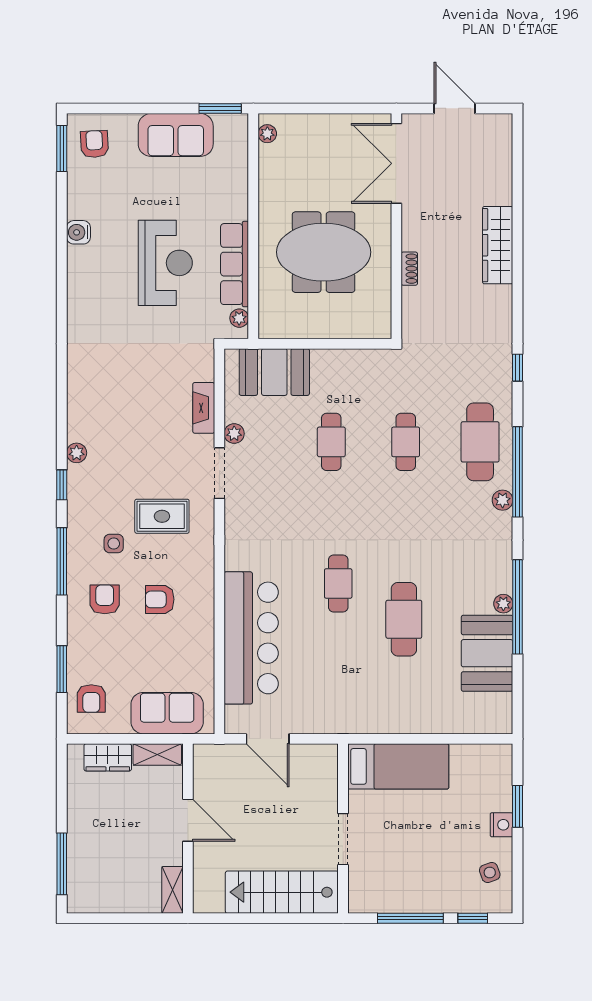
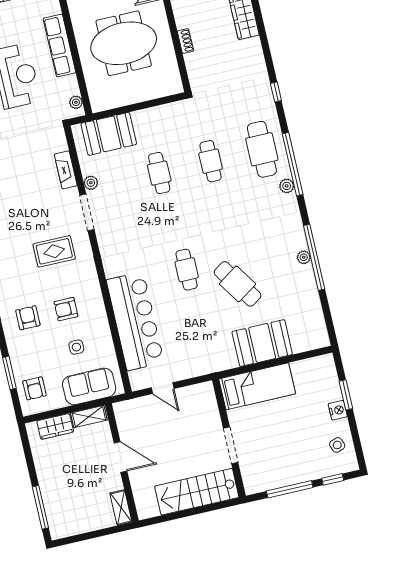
row of seats: (235, 264) -> (59, 45), moved
side table: (114, 544) -> (76, 347), moved
cafe table: (404, 619) -> (238, 284), turned -34
booth: (487, 653) -> (262, 343), moved, turned 90
door: (268, 739) -> (163, 388), width x0.73

